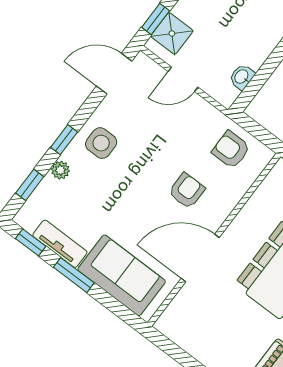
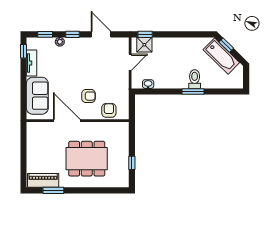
door: (114, 74) -> (101, 34), moved
door: (183, 79) -> (130, 62), swing flipped
side table: (101, 143) -> (82, 49), removed
armchair: (231, 150) -> (109, 110), moved
window: (74, 275) -> (24, 77), removed

